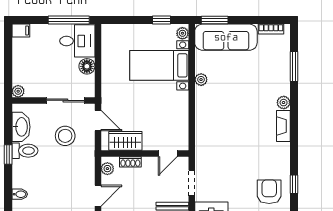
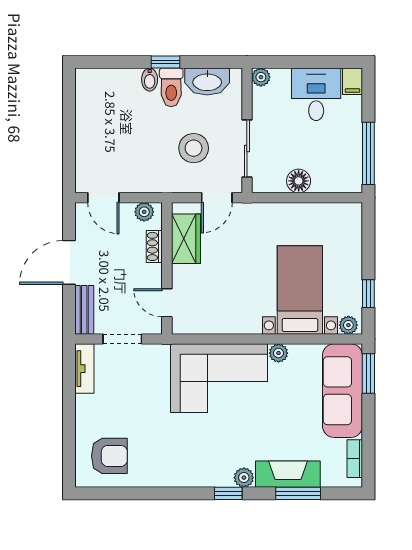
desk: (77, 41) -> (316, 94), moved, turned 180
corner sofa: (218, 119) -> (219, 378), added
fireplace: (283, 126) -> (288, 474), moved, width x1.37, depth x1.32
window: (294, 184) -> (228, 493), moved
bidet: (20, 194) -> (150, 80), moved

